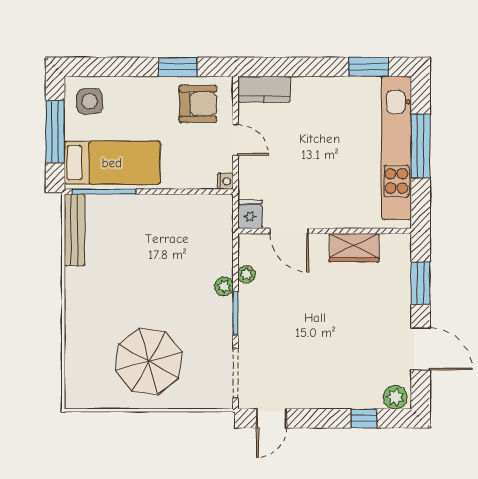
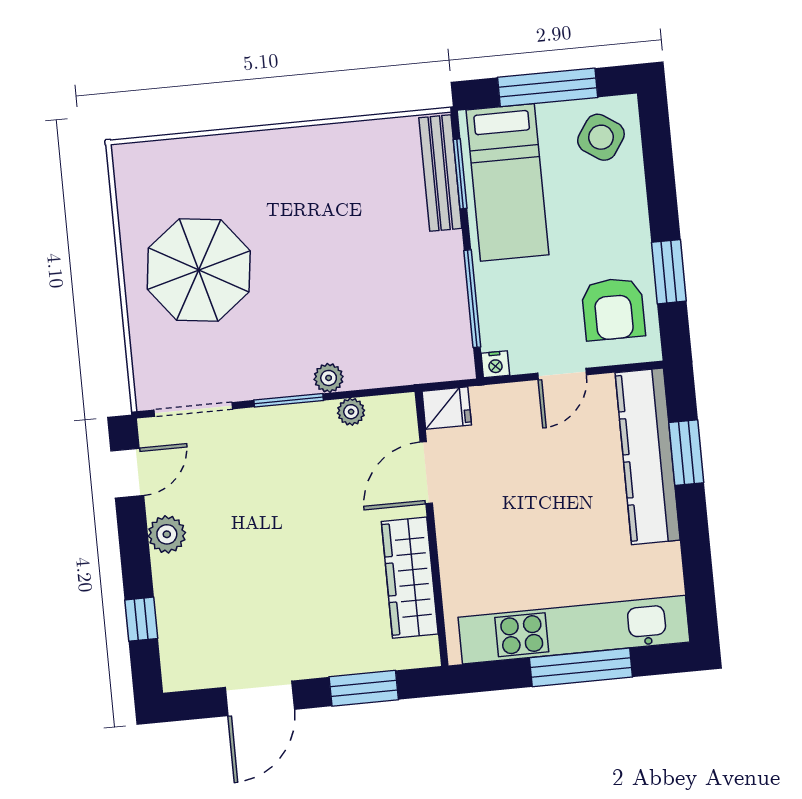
window: (369, 67) -> (686, 453), moved
kitchen counter: (264, 89) -> (648, 456), width x2.08, depth x1.17
side table: (90, 101) -> (601, 137), turned 34
window: (104, 192) -> (460, 174), width x0.69
window: (183, 192) -> (472, 299), added
bench: (74, 230) -> (440, 173), moved, turned 90
wardrobe: (354, 248) -> (410, 578), width x1.50
plant: (395, 397) -> (167, 534), moved
door: (271, 418) -> (127, 473), swing flipped

